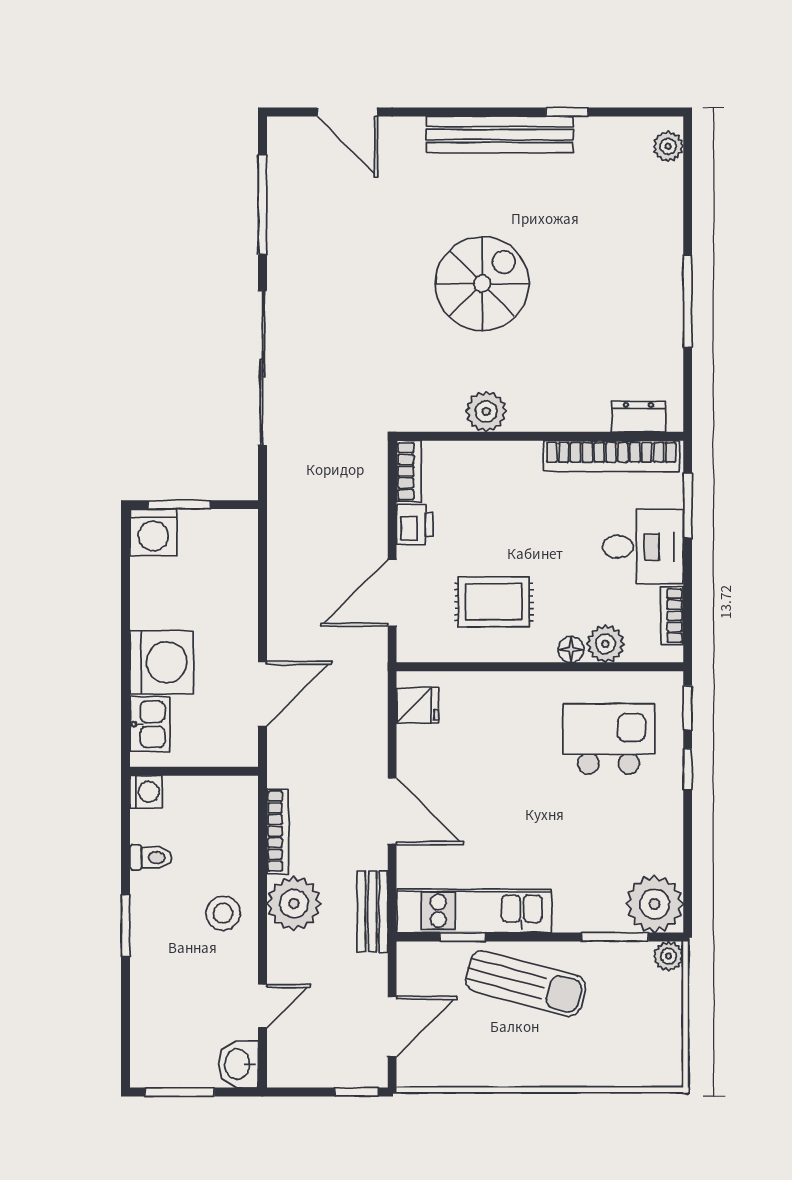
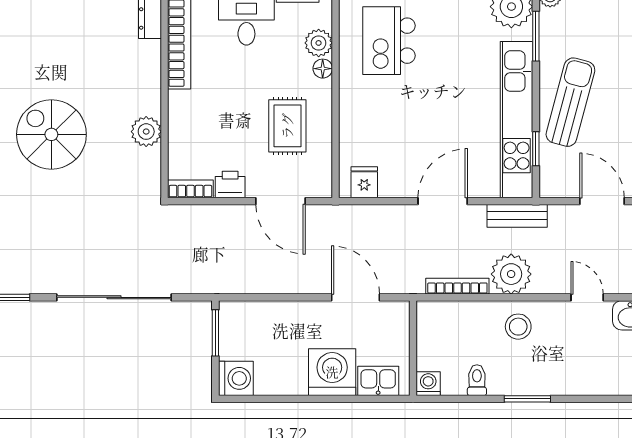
window: (179, 505) -> (215, 333), moved
kitchen unit: (474, 911) -> (517, 120), width x1.36

